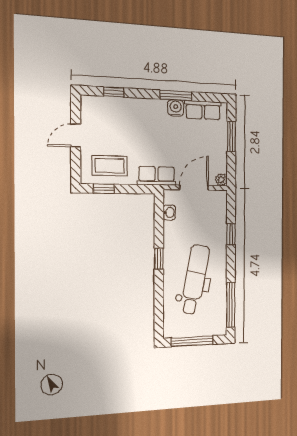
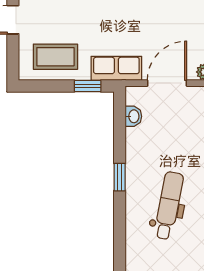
window: (104, 189) -> (88, 86), moved
dental chair: (195, 279) -> (169, 206), width x0.73, depth x0.72

